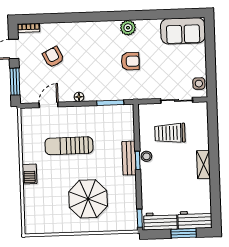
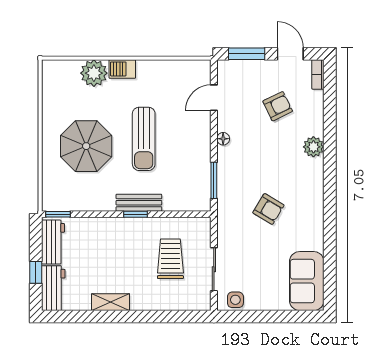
plant: (128, 28) -> (313, 147), moved
armchair: (130, 61) -> (268, 209), turned -59
door: (49, 105) -> (214, 98), swing flipped
sun lounger: (69, 146) -> (144, 139), moved, turned 180
stool: (146, 156) -> (140, 226), removed
shelving: (203, 164) -> (111, 302), moved
plant: (33, 195) -> (94, 73), added
window: (184, 233) -> (36, 272), width x0.67

